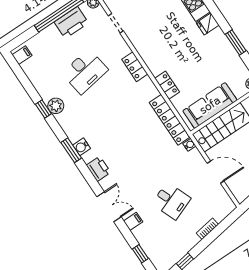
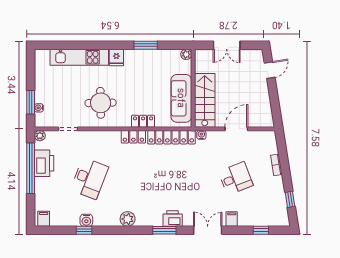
round table: (158, 37) -> (101, 103), added
locker: (135, 67) -> (133, 137), moved
desk: (85, 72) -> (89, 178), turned 30
plant: (56, 106) -> (128, 219), moved
window: (43, 109) -> (84, 230), moved
water cooler: (82, 147) -> (86, 220), moved
window: (71, 150) -> (164, 230), moved

